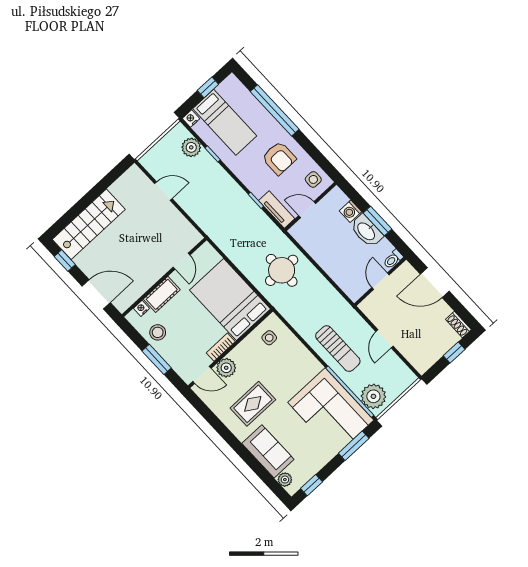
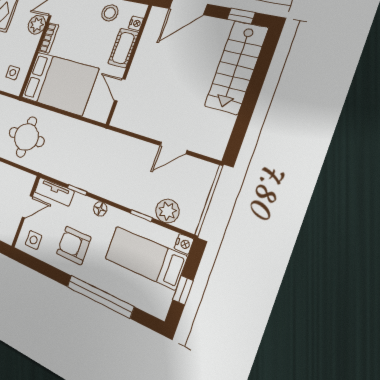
floor lamp: (243, 175) -> (100, 209), added

